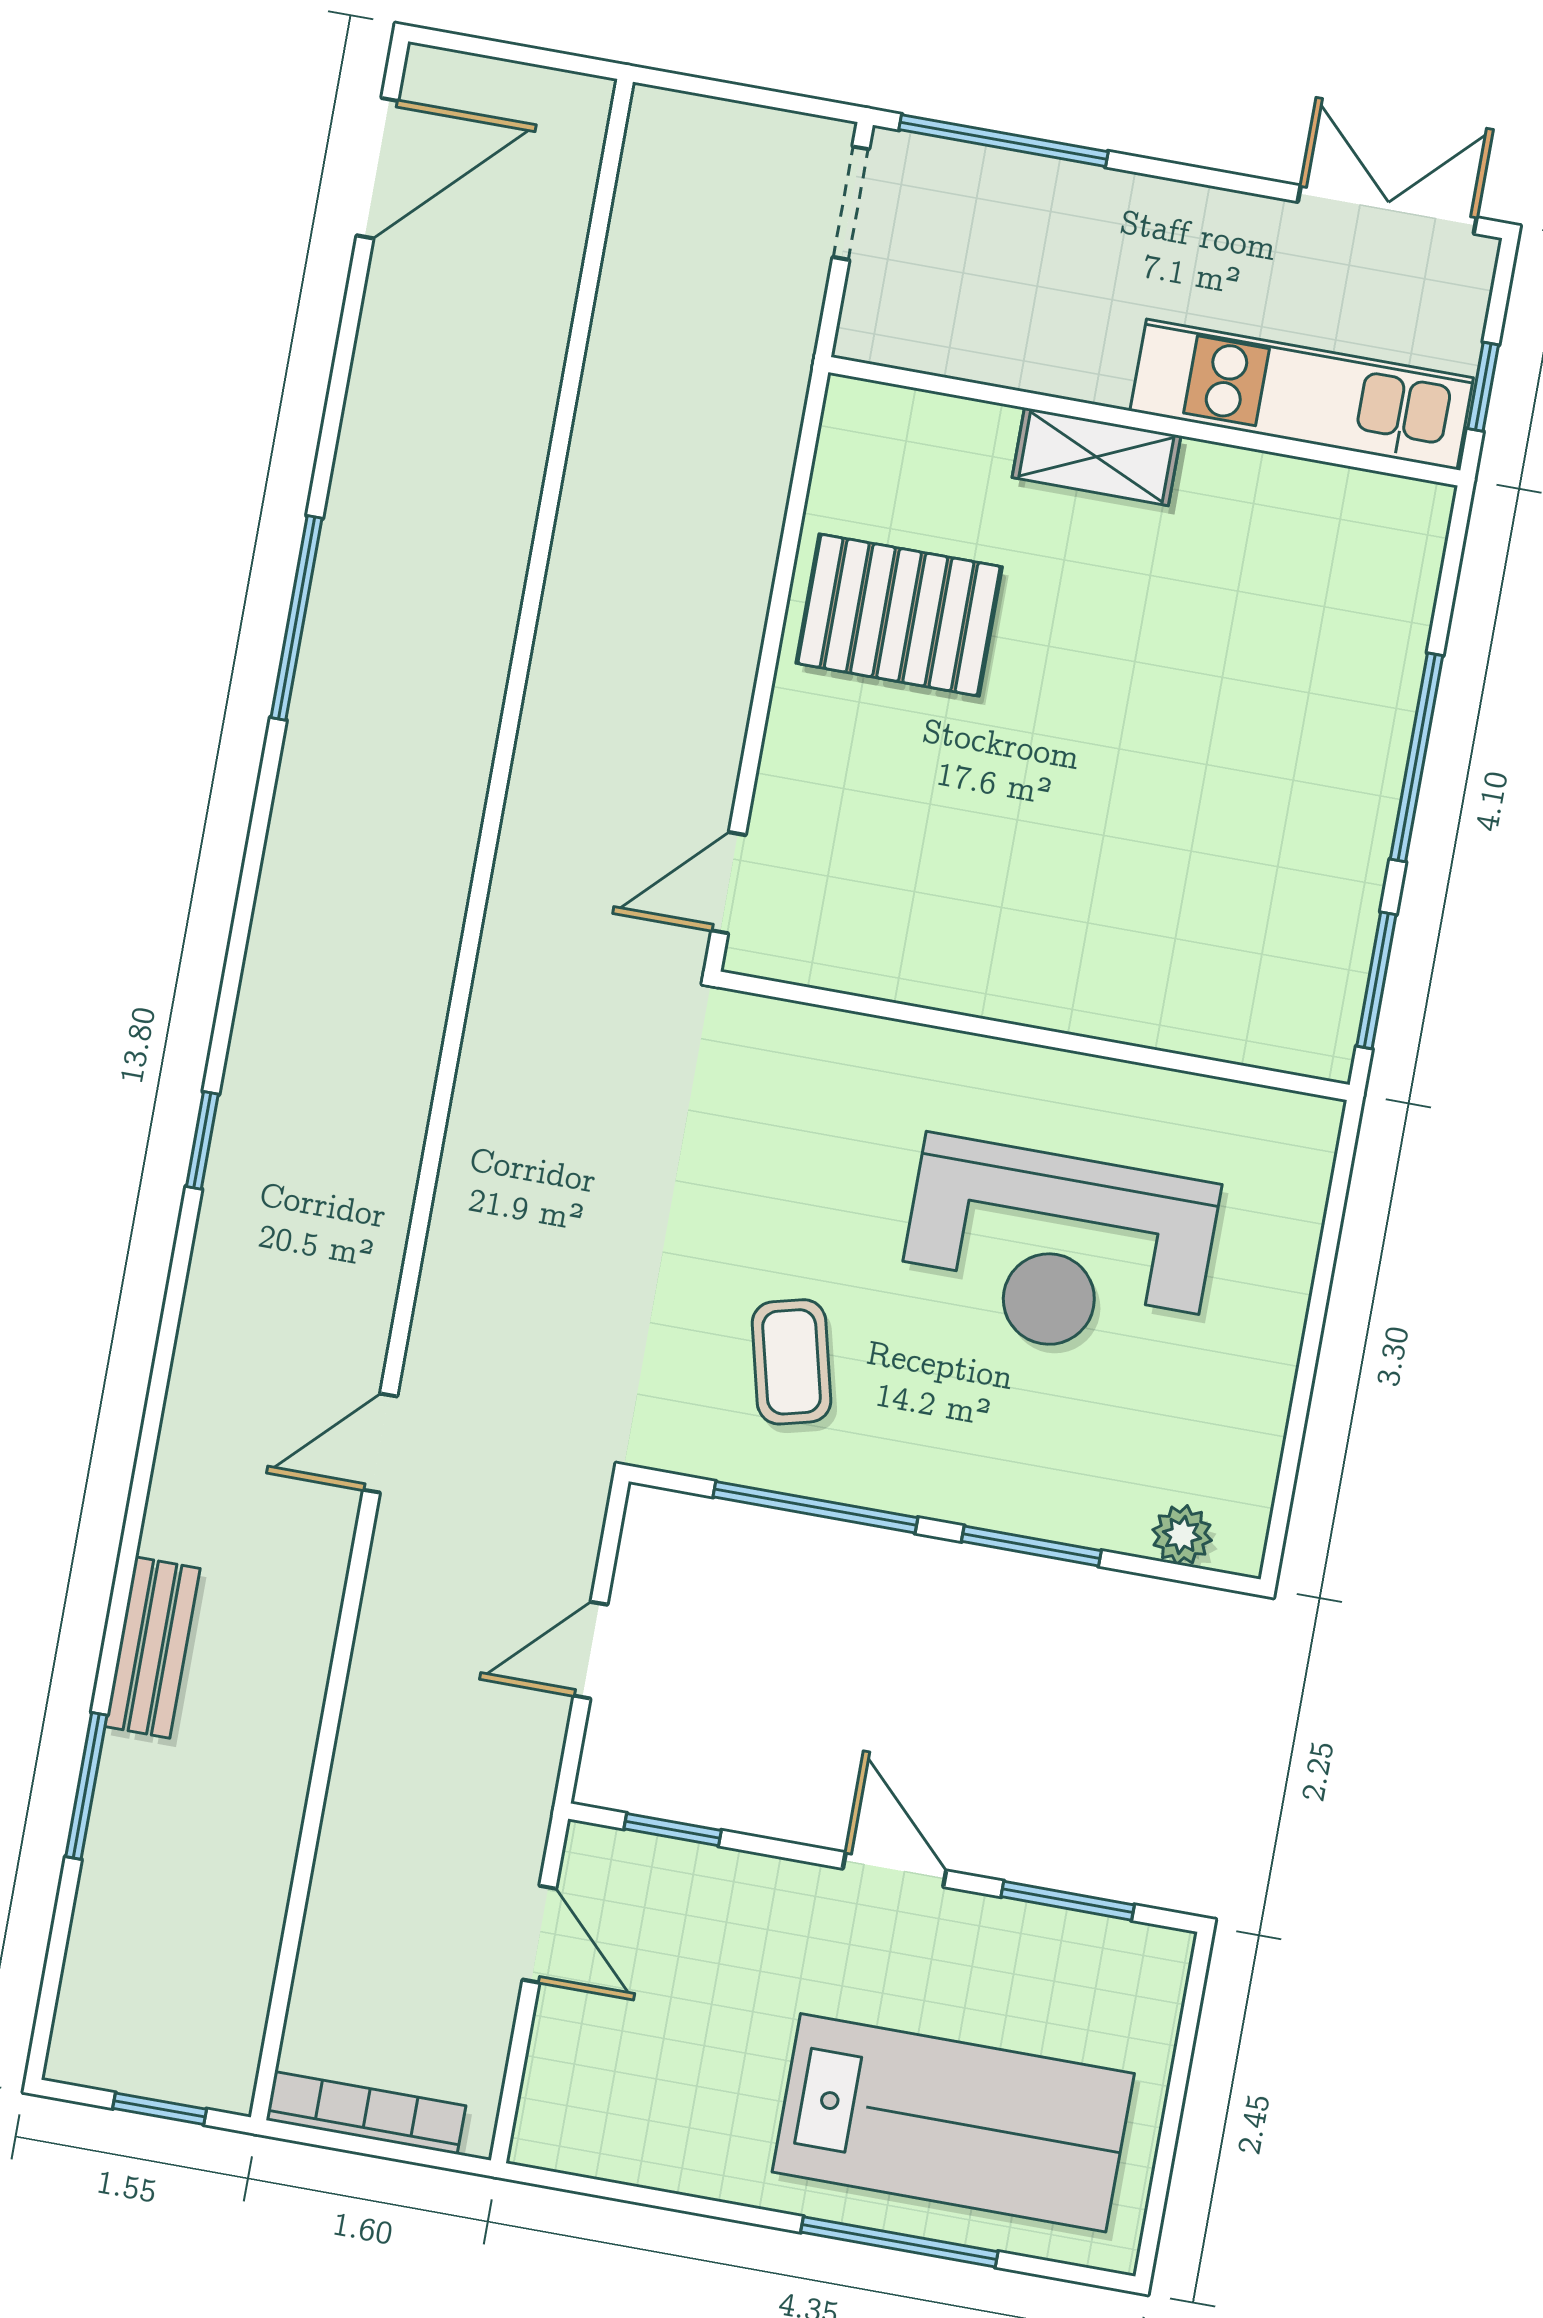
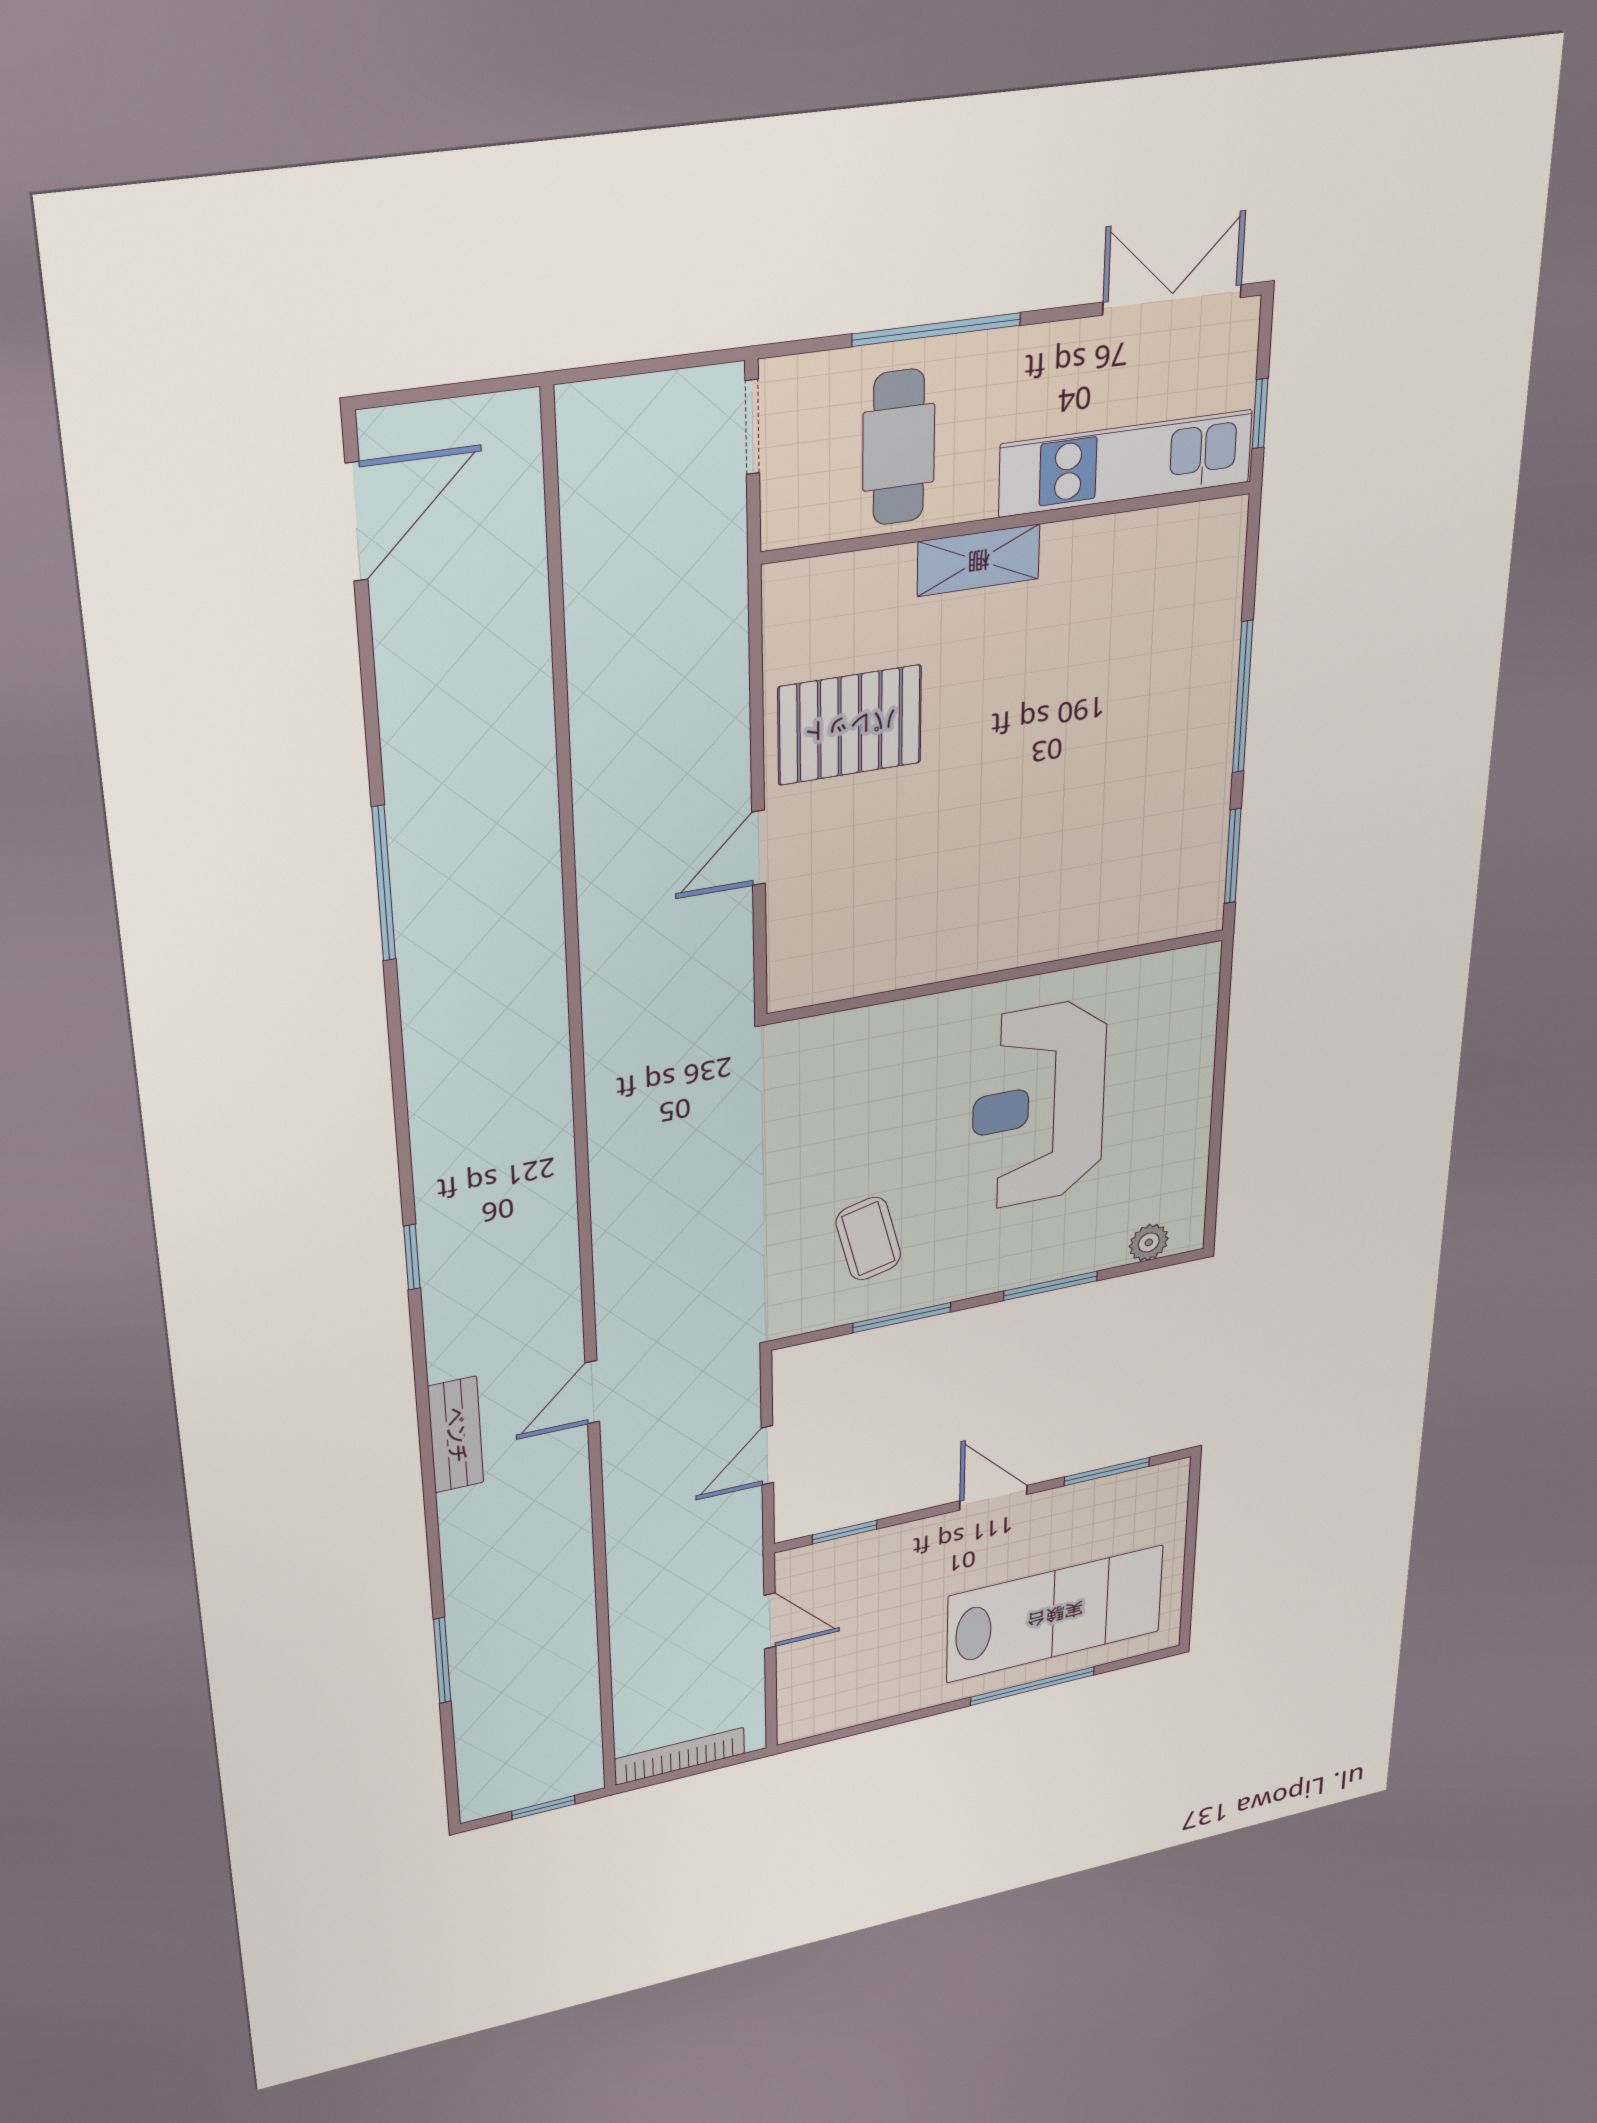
window: (1004, 141) -> (937, 330), moved
cafe table: (1021, 283) -> (899, 447), added
door: (729, 883) -> (758, 848), moved
reception desk: (1058, 1251) -> (1039, 1105), turned 90
window: (815, 1507) -> (902, 1318), width x0.69
bench: (152, 1647) -> (456, 1435), moved

